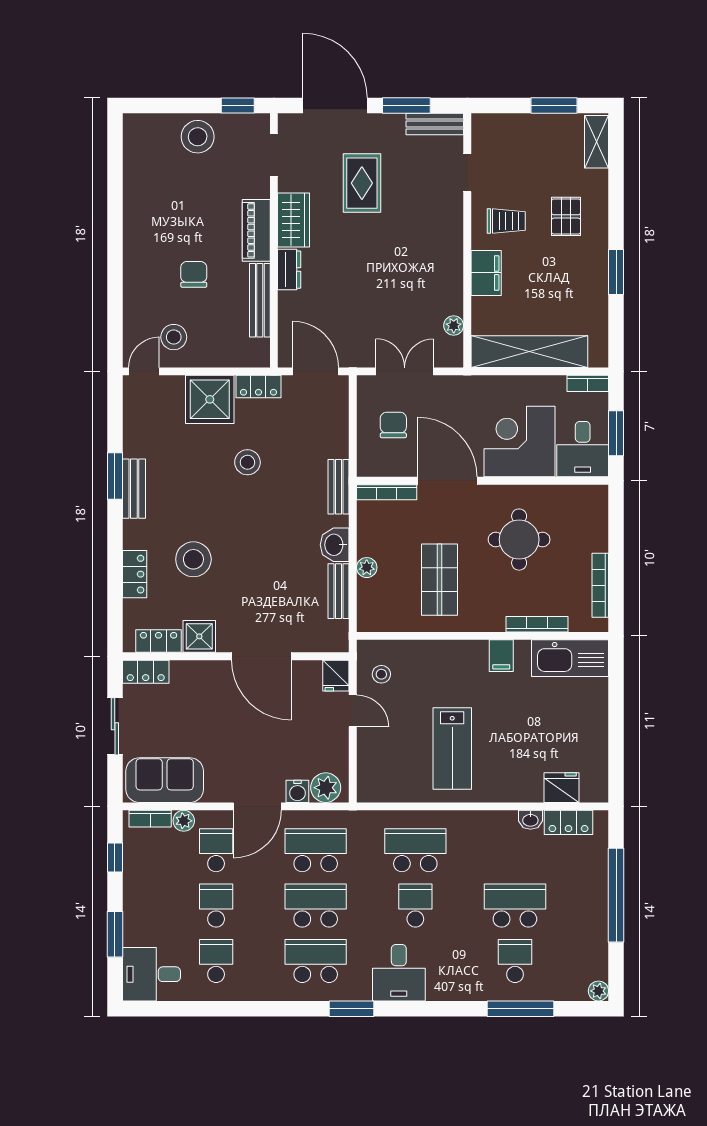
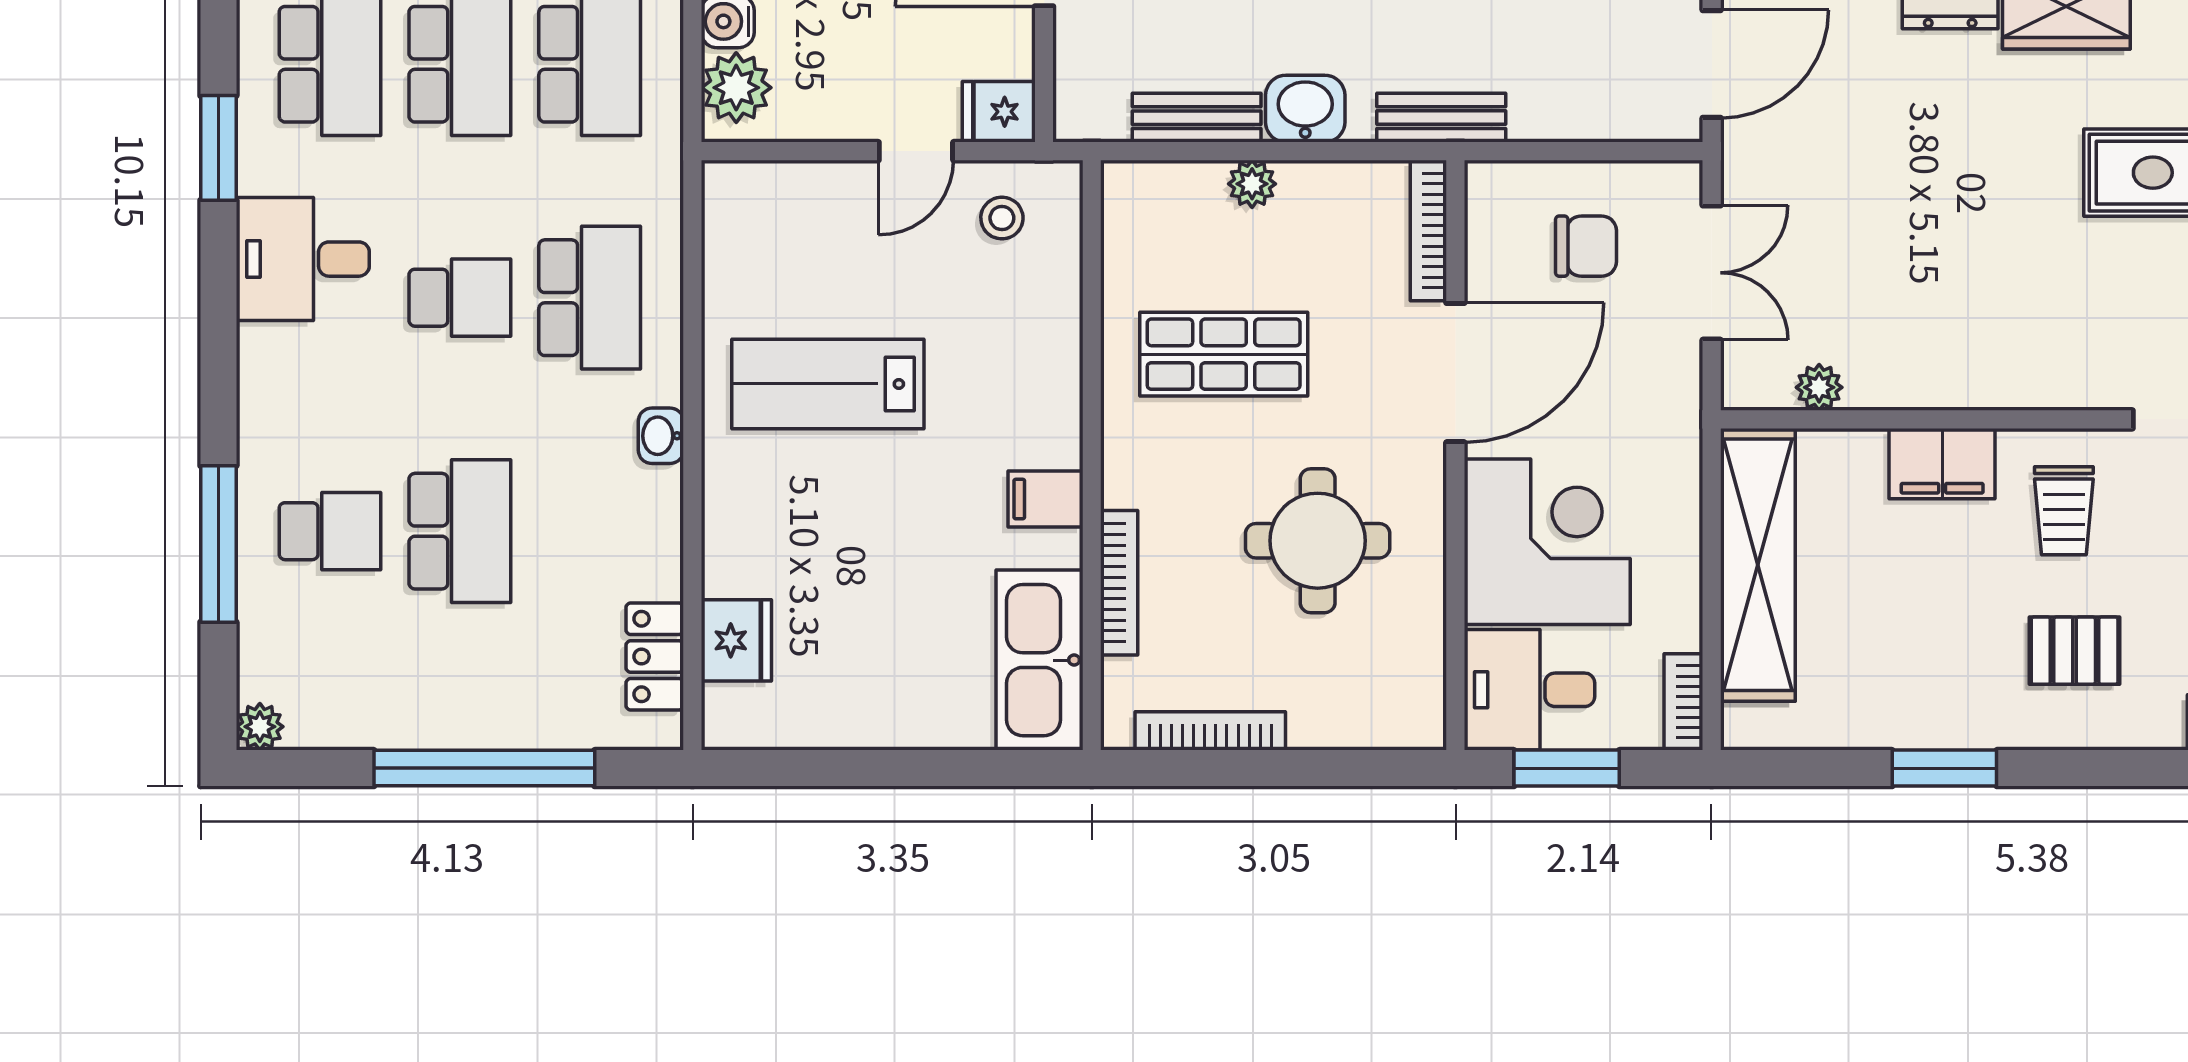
washbasin: (530, 820) -> (661, 436), moved

